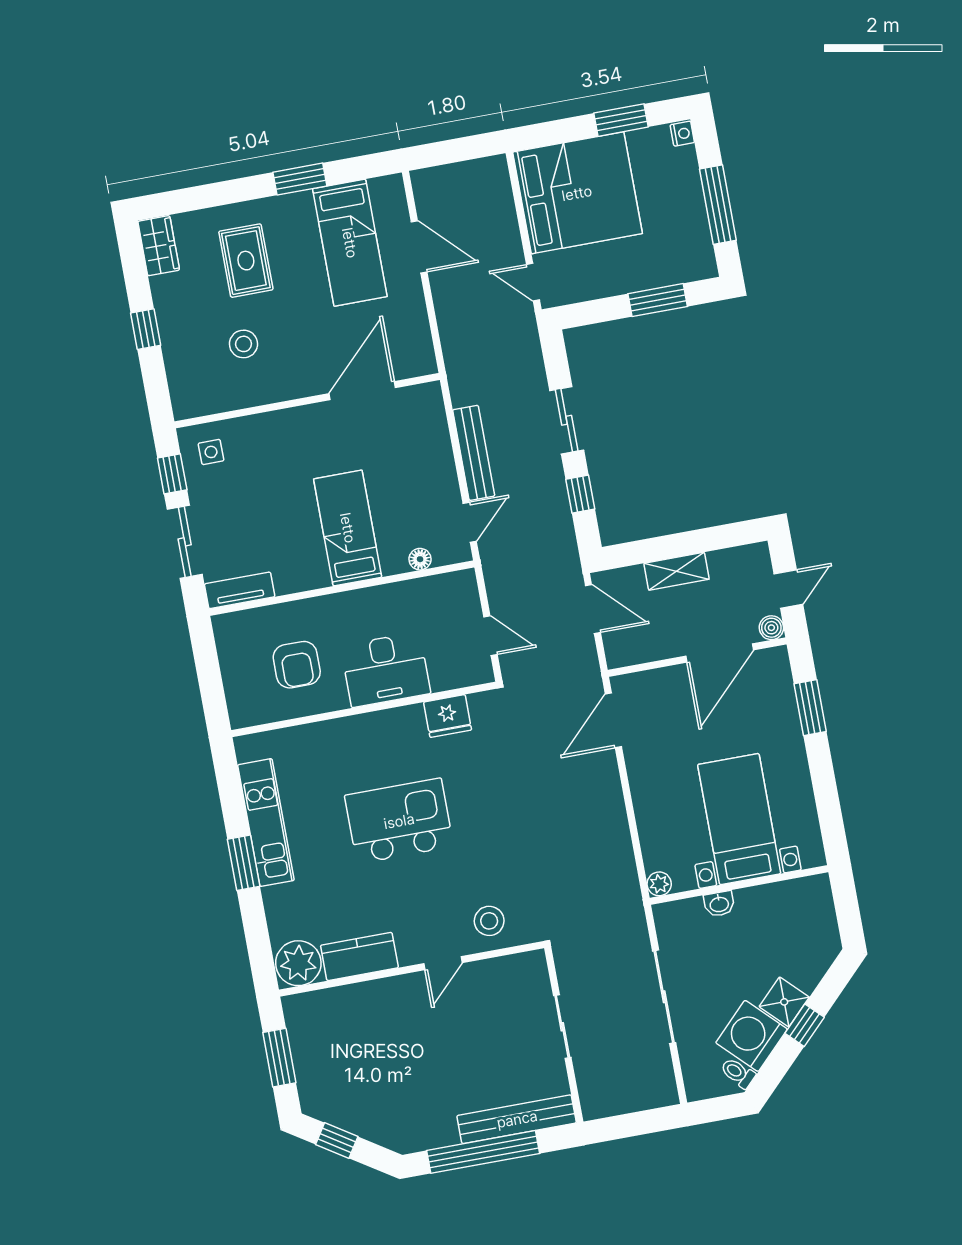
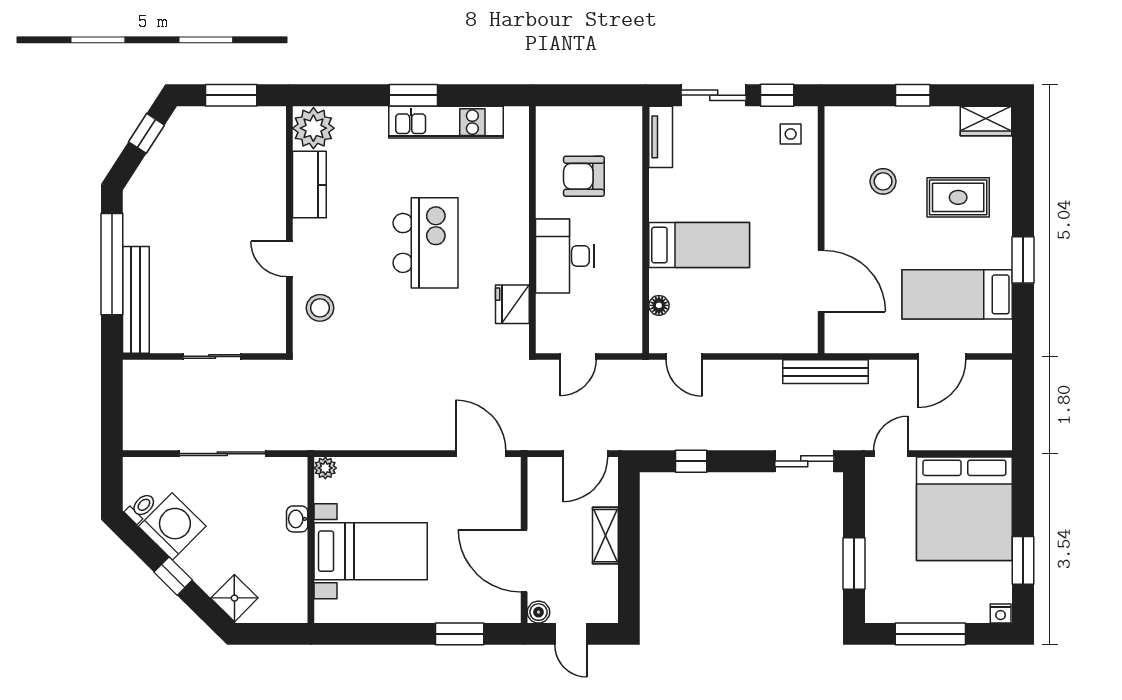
sliding door: (567, 420) -> (804, 461), moved
bench: (474, 453) -> (826, 372), moved
shower: (784, 1002) -> (234, 598), moved

